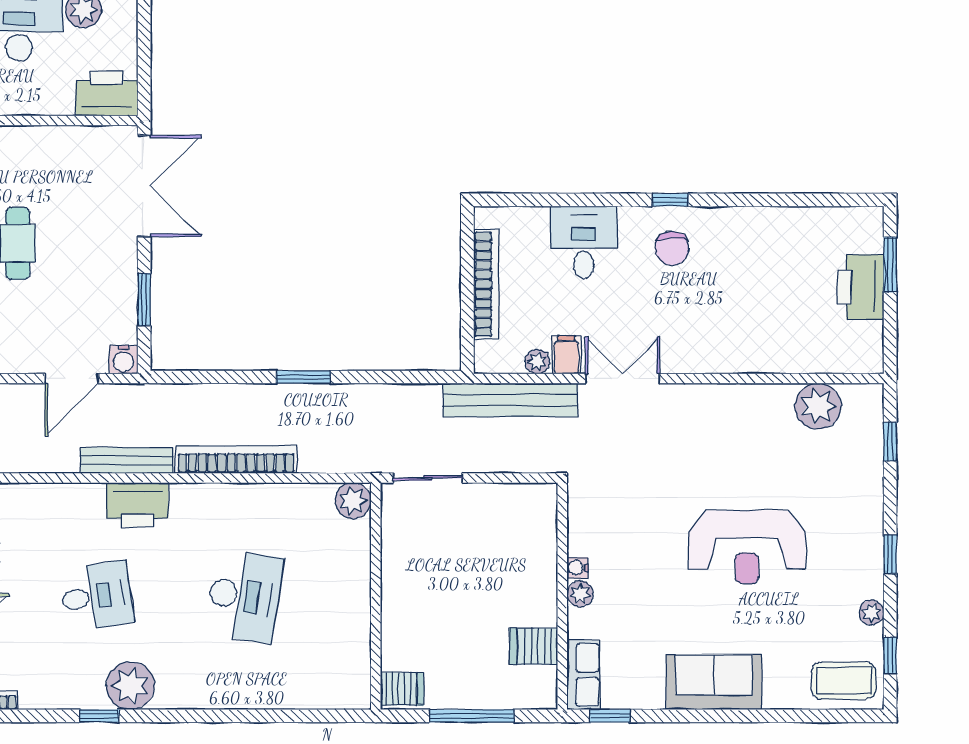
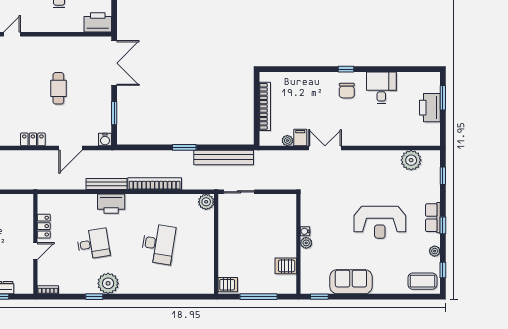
desk: (584, 242) -> (381, 88), moved
door: (72, 379) -> (71, 148), moved
bench: (511, 400) -> (224, 157), moved
row of seats: (583, 675) -> (433, 218), moved, turned 180
sofa: (714, 682) -> (351, 282), moved

